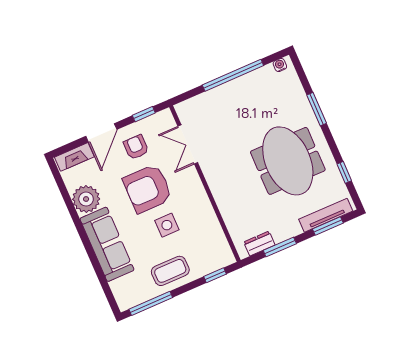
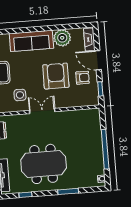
double door: (188, 144) -> (42, 111), moved
side table: (167, 225) -> (20, 95), moved

